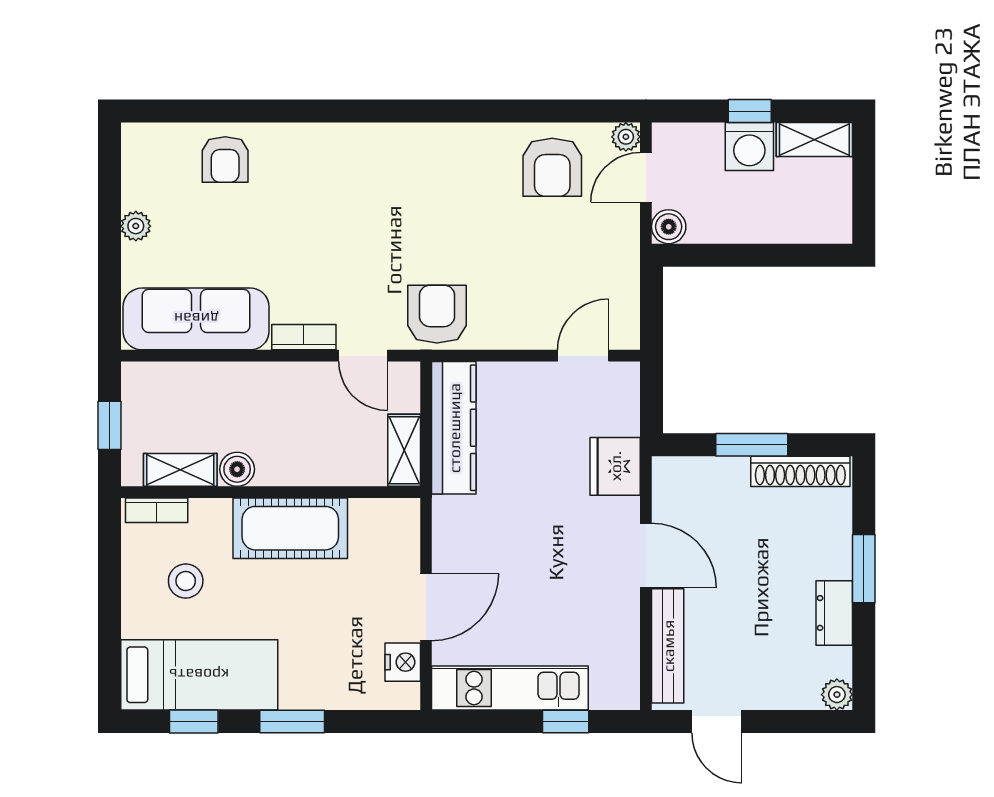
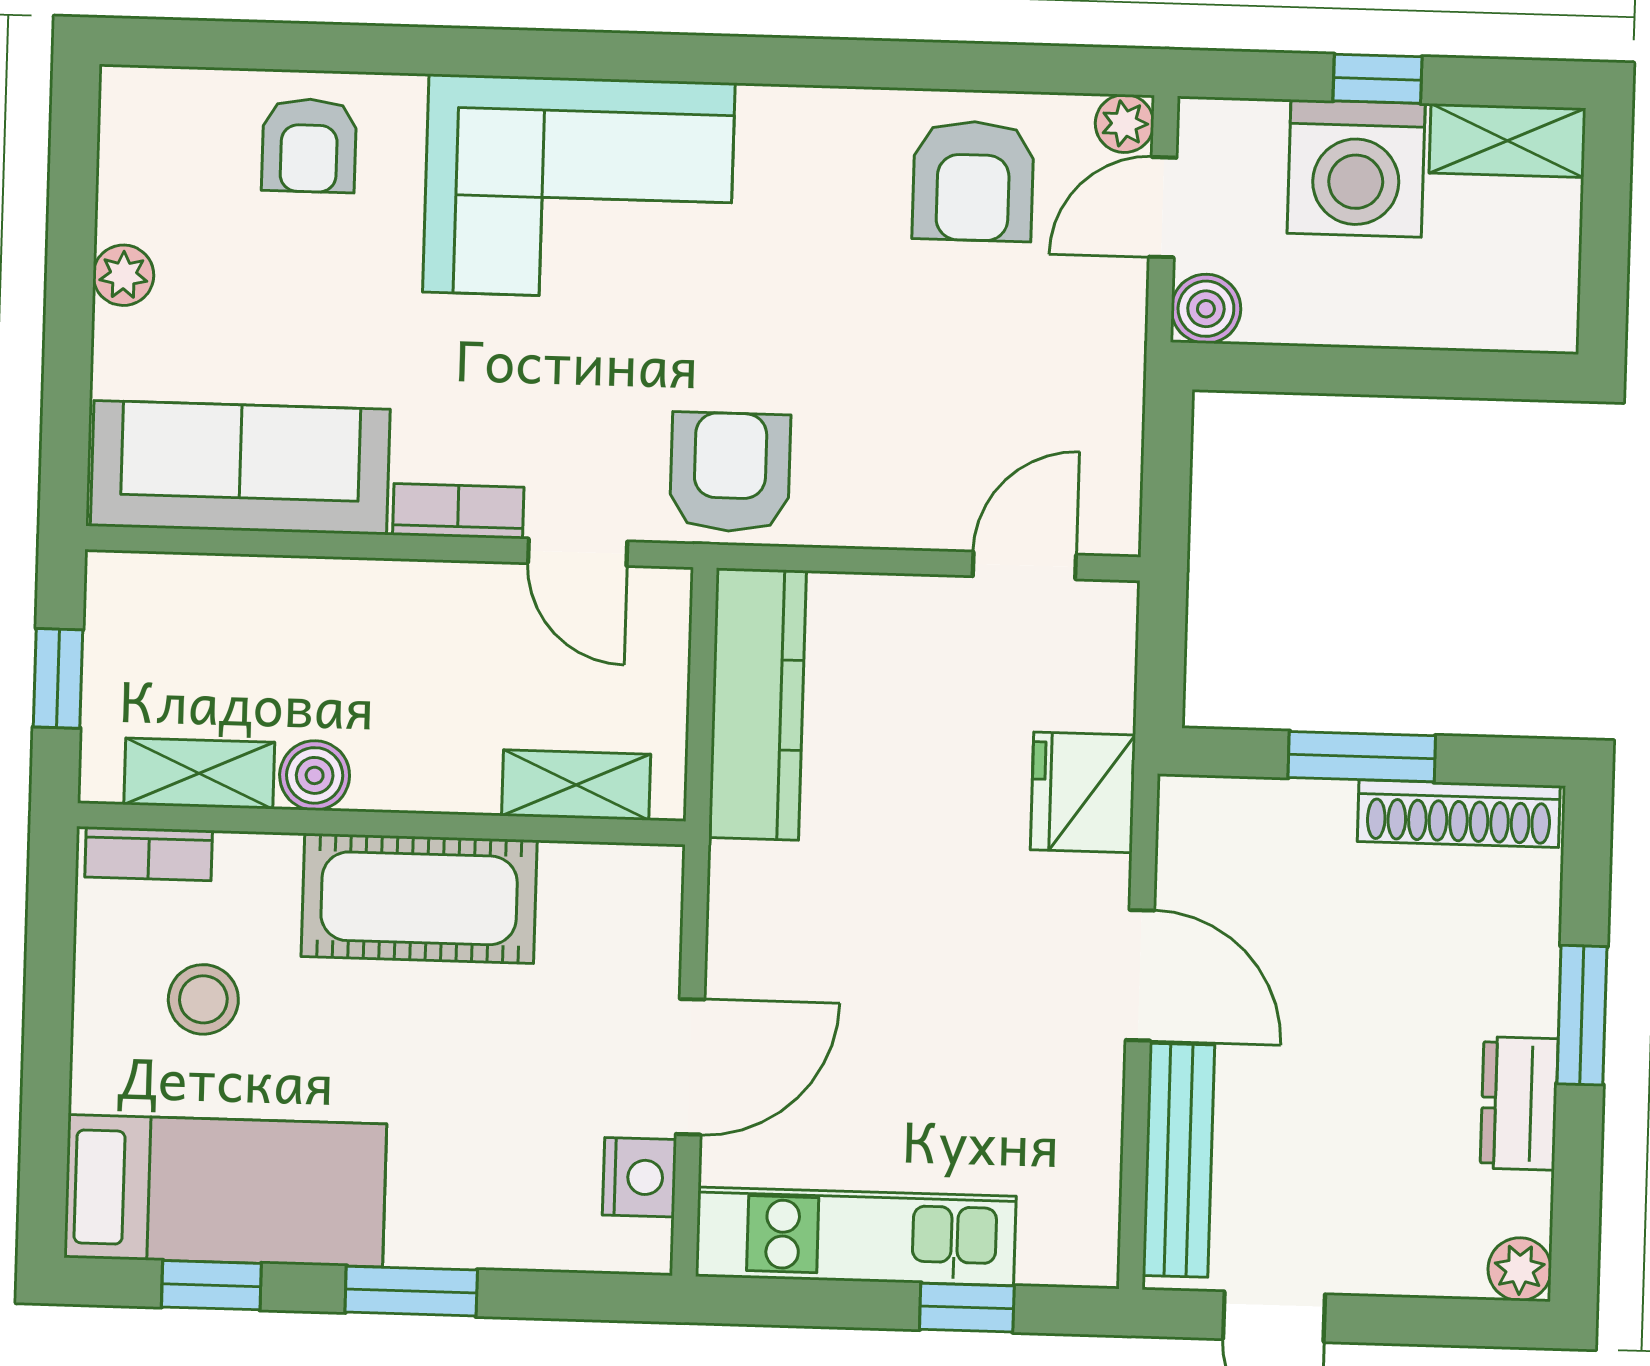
washing machine: (749, 147) -> (1356, 168), width x1.37, depth x1.37
corner sofa: (358, 176) -> (579, 187), added
shelving: (404, 450) -> (576, 785), moved, turned 90

